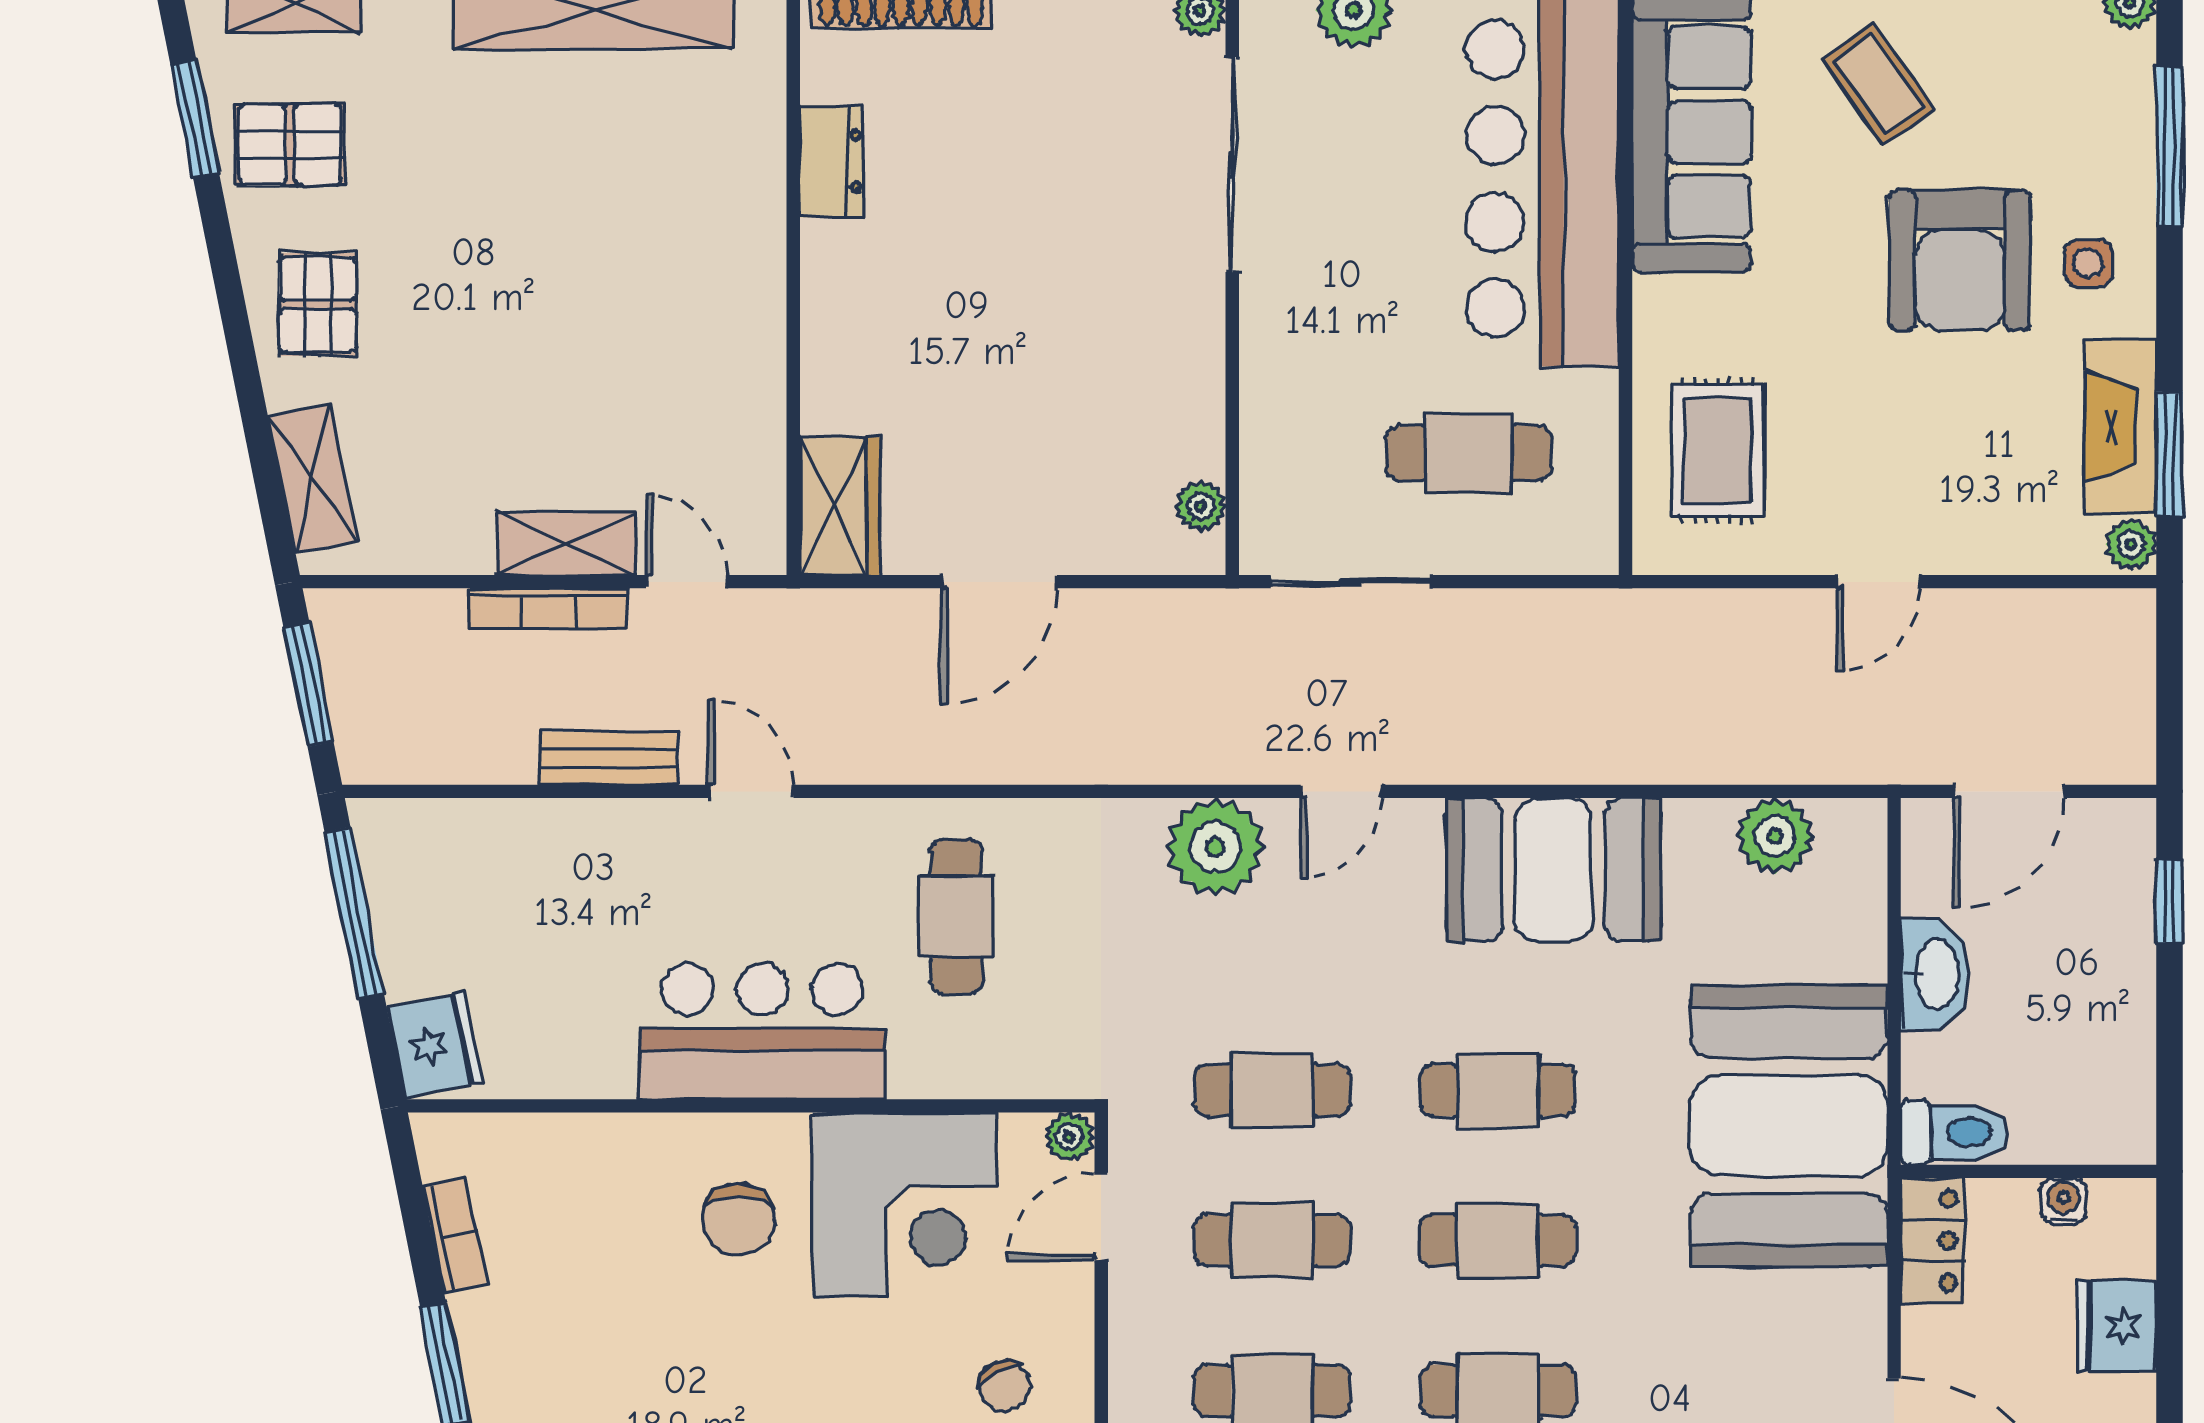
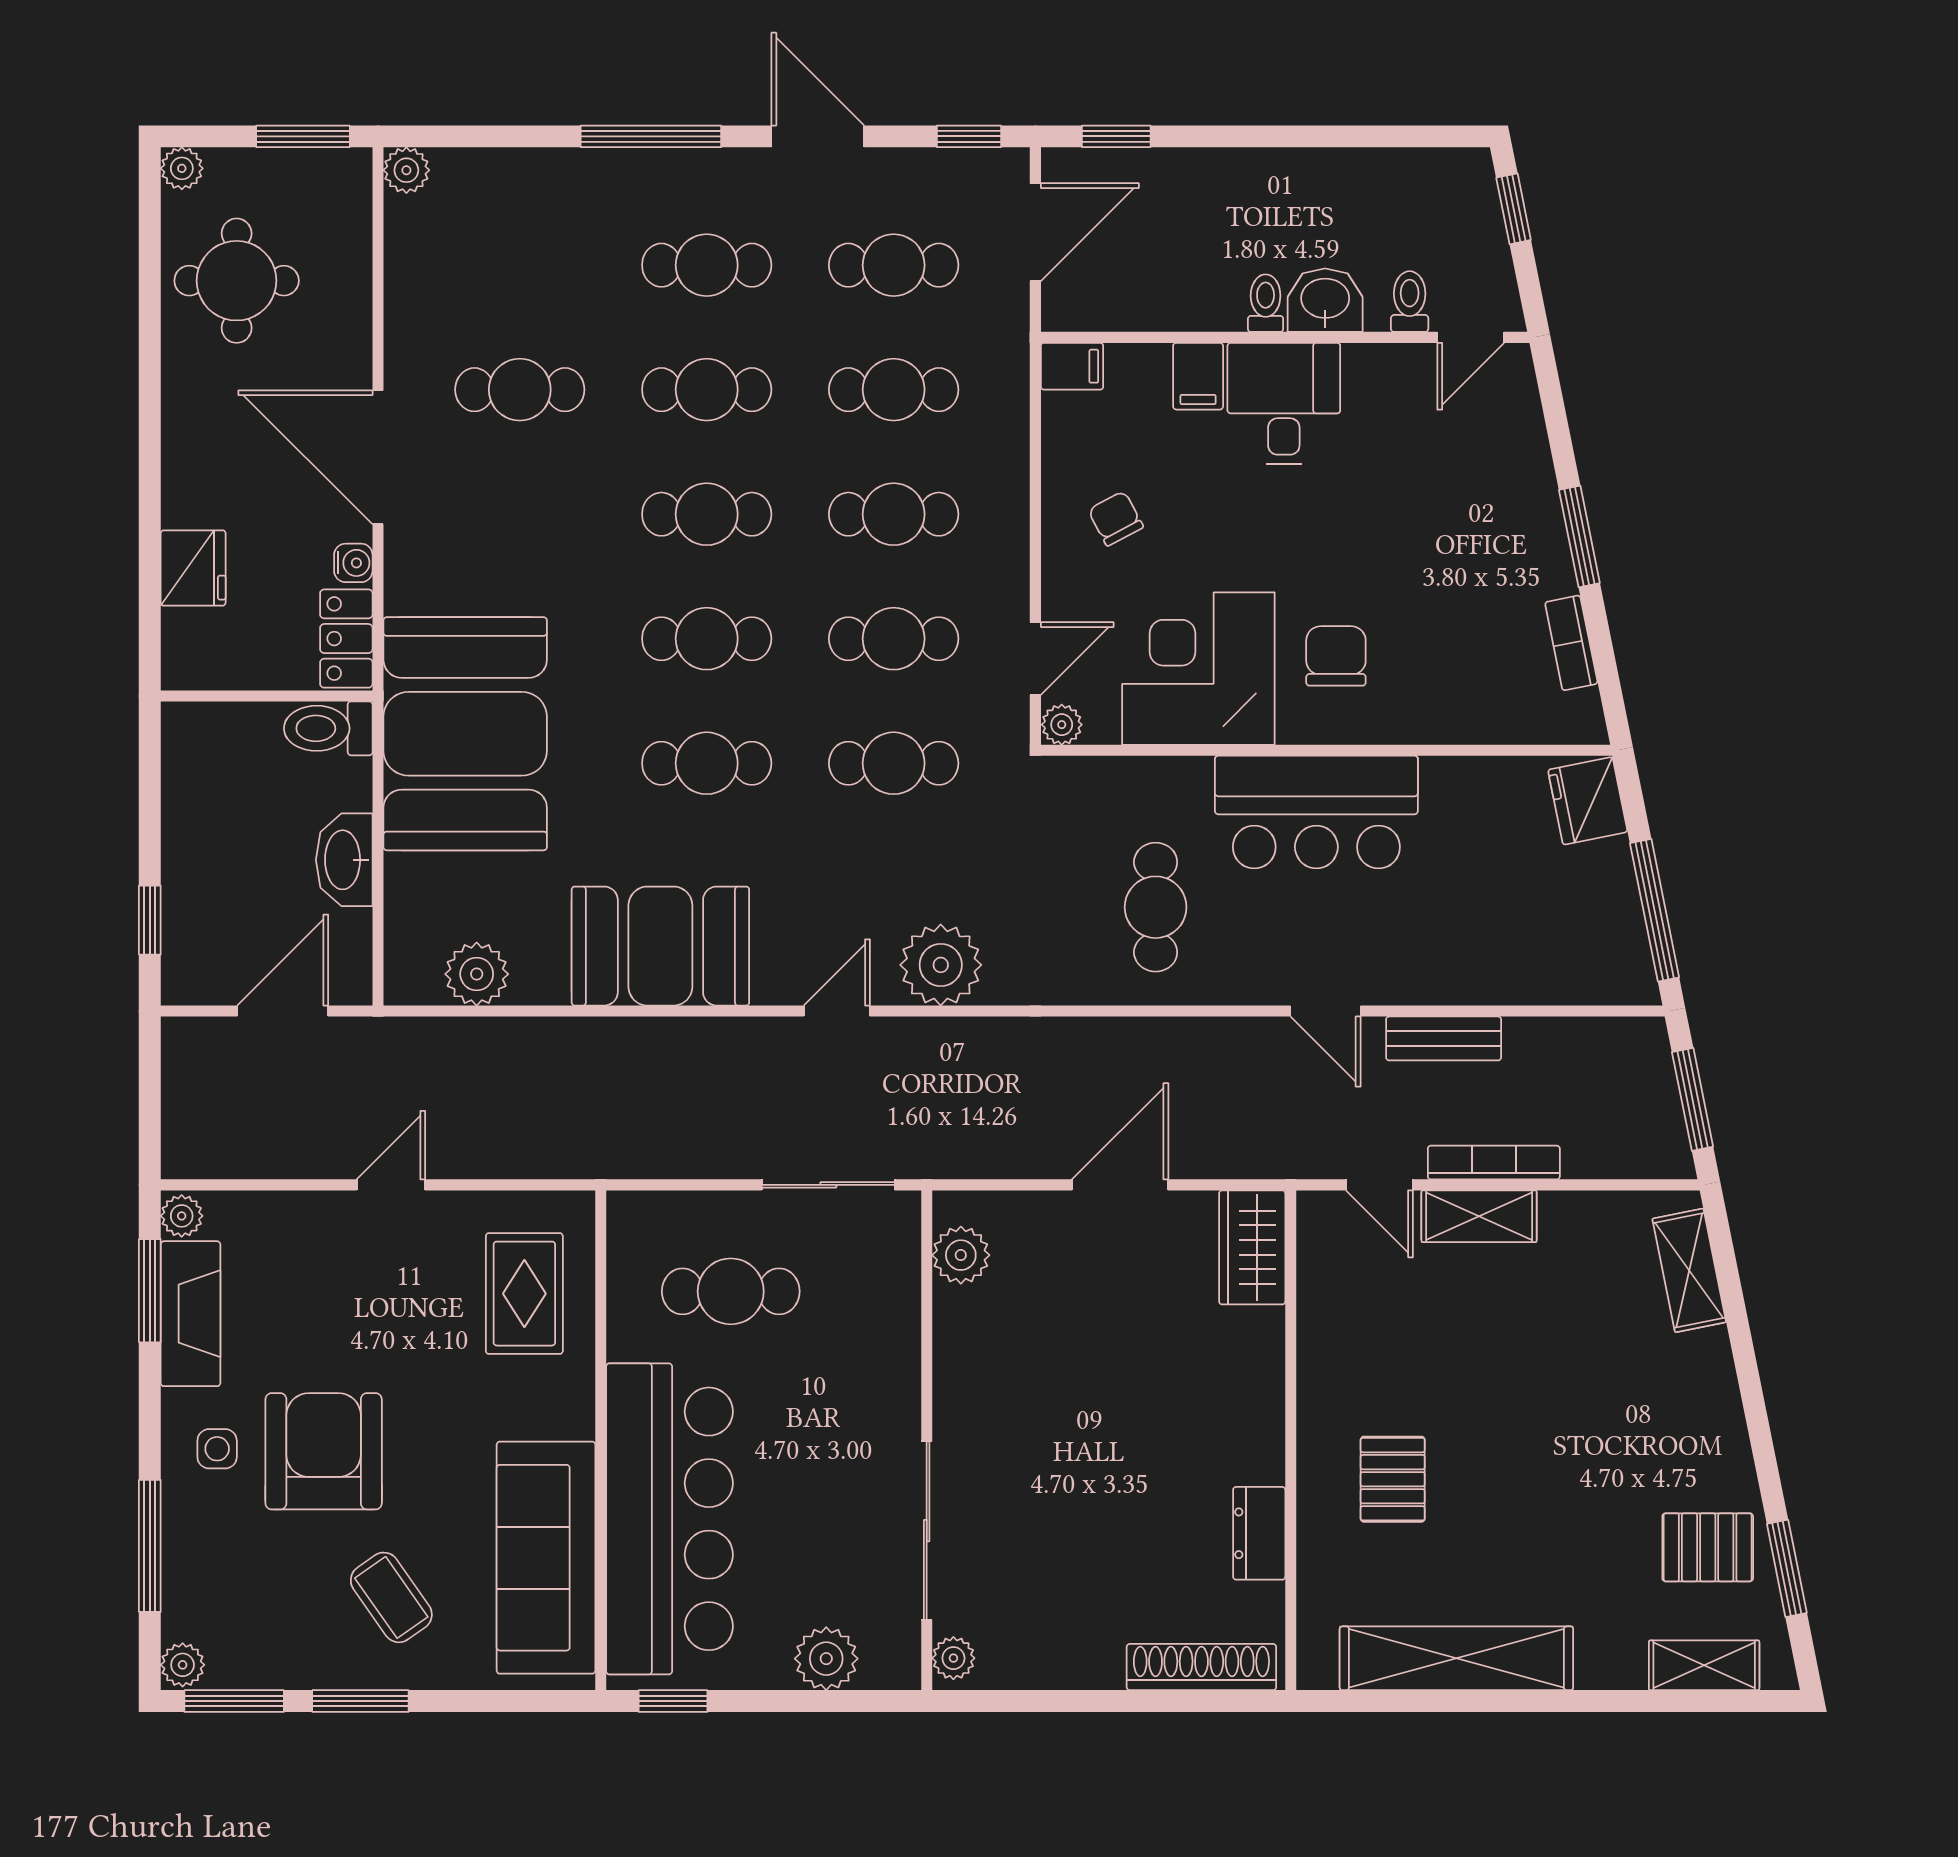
pallet: (318, 304) -> (1393, 1479), moved
plant: (1201, 506) -> (961, 1255), width x1.38, depth x1.38
water cooler: (2064, 1201) -> (353, 563), moved, turned -90

